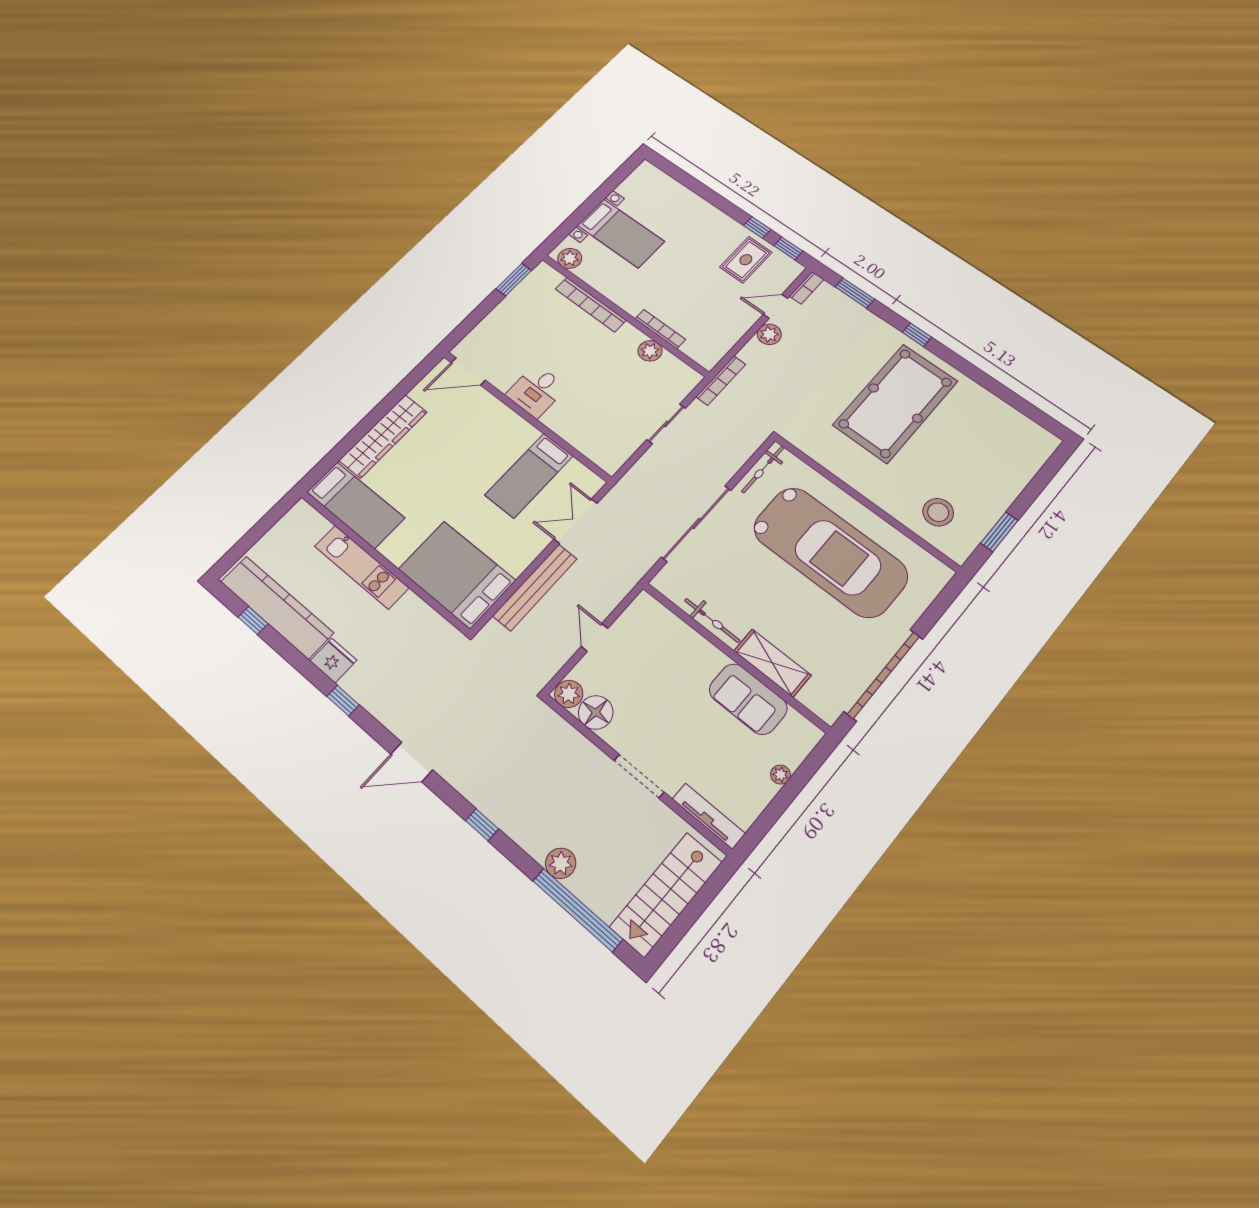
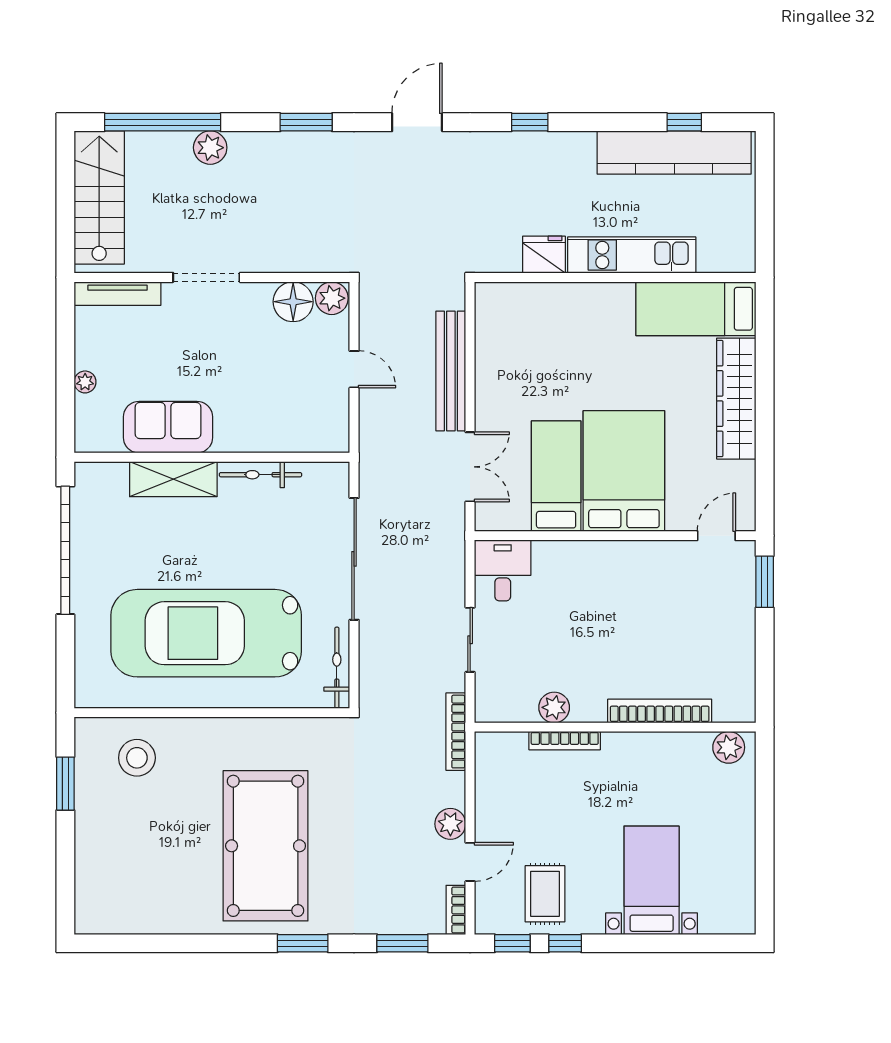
bed with nightstands: (621, 233) -> (652, 880), moved, turned 90
window: (514, 280) -> (765, 582), moved
window: (917, 335) -> (303, 943), width x1.50
door: (468, 371) -> (716, 536), width x0.73
desk: (536, 391) -> (503, 570), moved
bed: (457, 575) -> (624, 471), moved, turned -90
fridge: (333, 661) -> (544, 255), moved, turned 180
window: (482, 825) -> (306, 122), width x1.50

